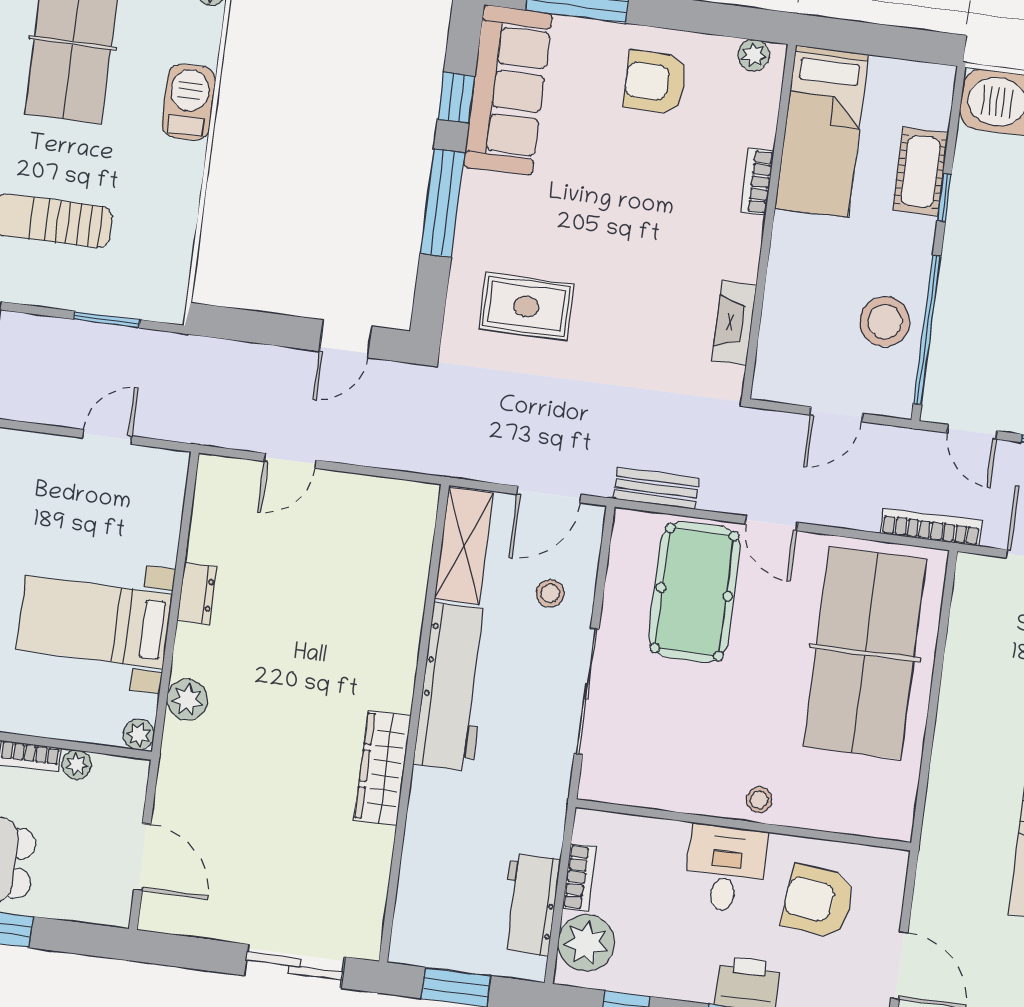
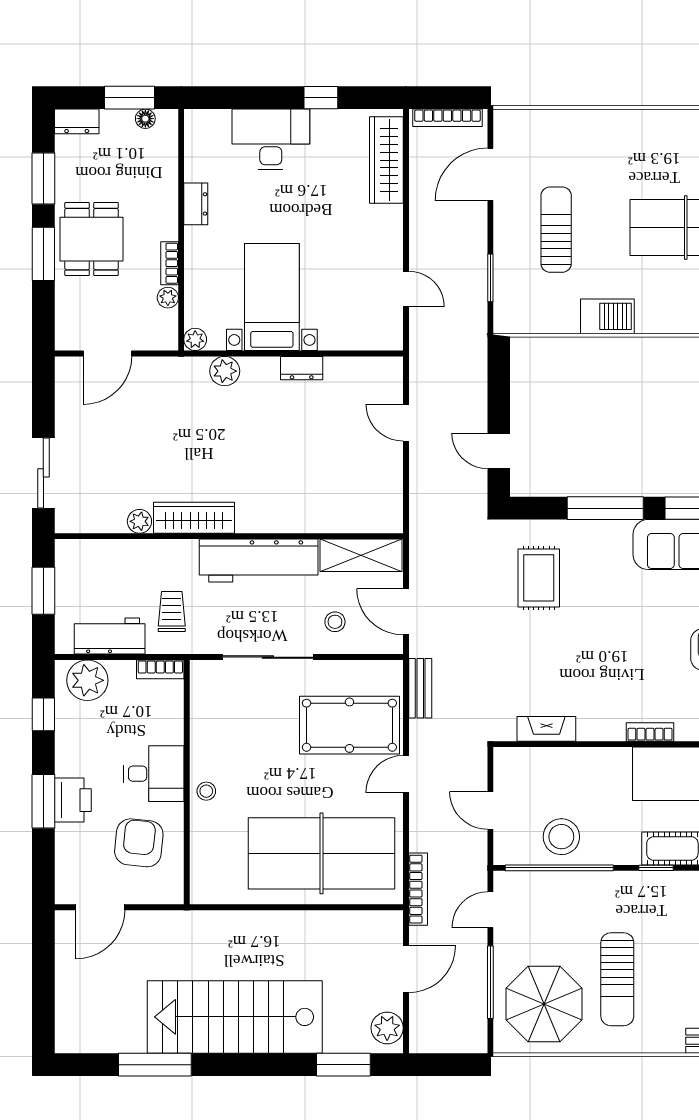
barbecue: (189, 102) -> (607, 316), moved
trolley: (507, 815) -> (172, 611), added
plant: (378, 843) -> (139, 521), added
bookcase: (579, 877) -> (160, 669), moved

